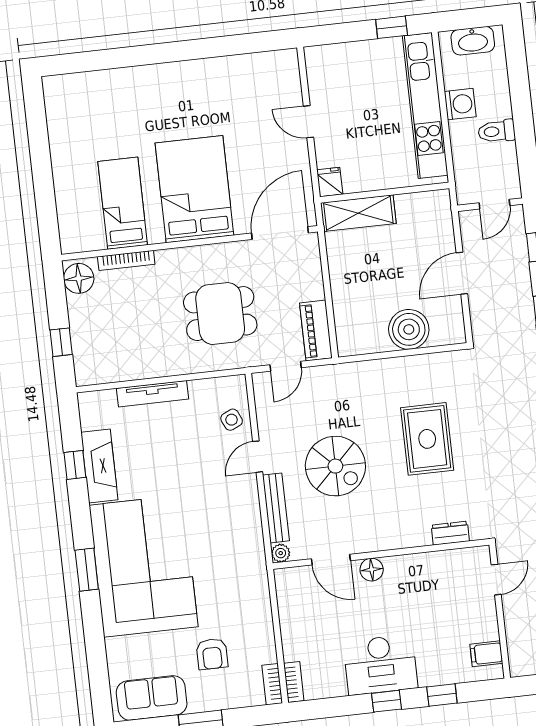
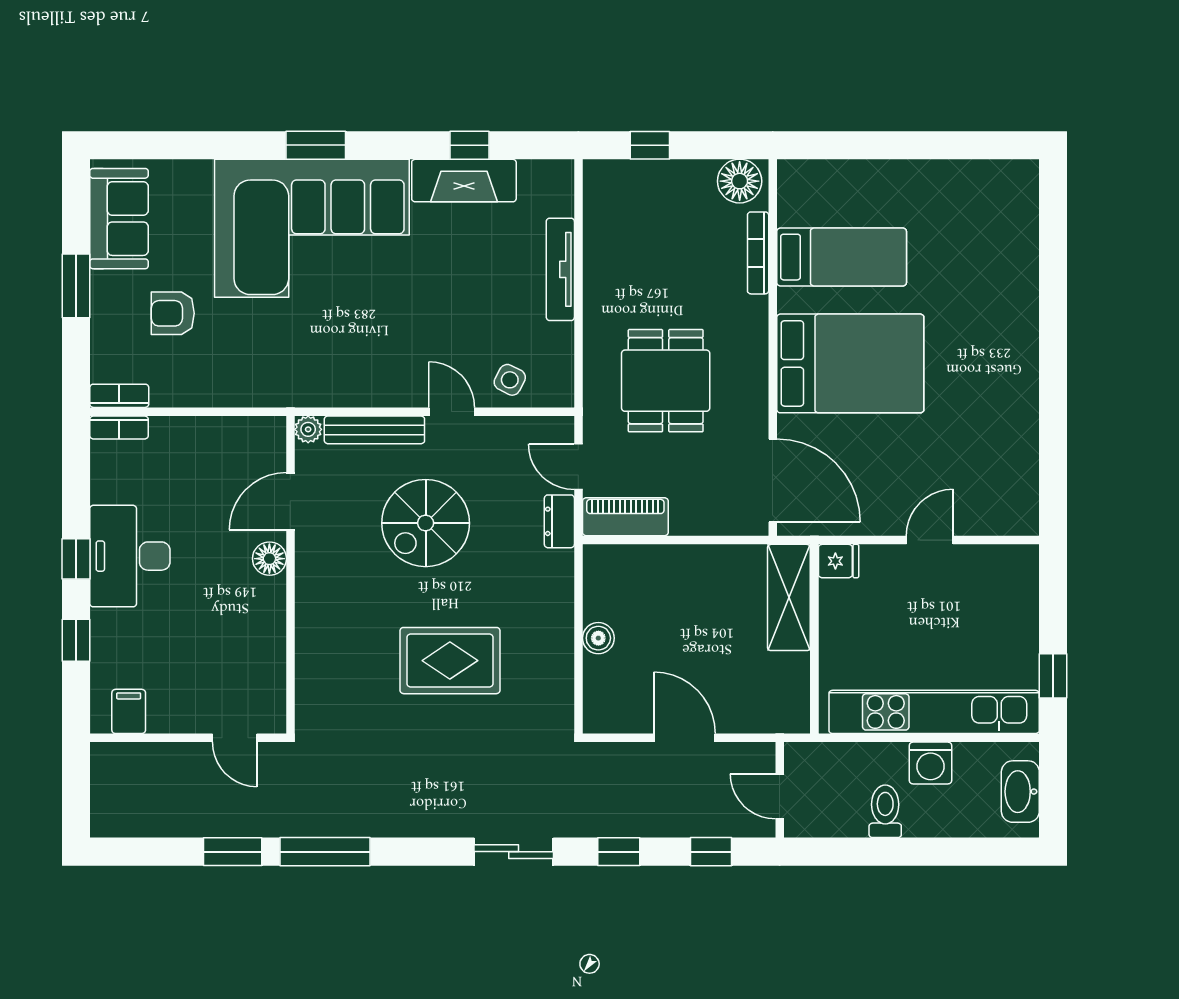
boiler: (409, 329) -> (598, 638), width x0.54, depth x0.54
side table: (232, 420) -> (510, 380), turned -38
dresser: (450, 533) -> (559, 521), moved, turned 180

